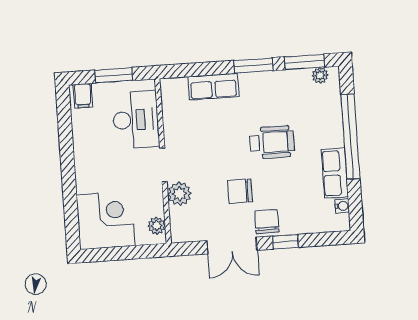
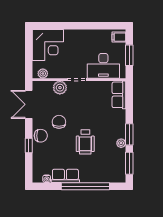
plant: (320, 75) -> (121, 143), moved
row of seats: (213, 87) -> (119, 95), moved
double door: (232, 245) -> (29, 104), moved

